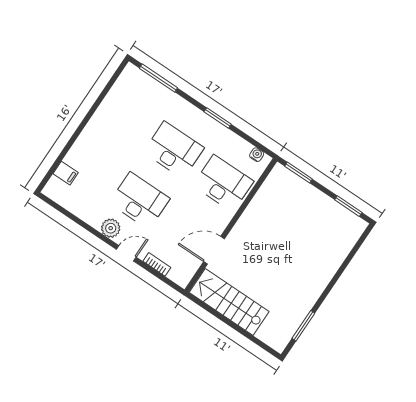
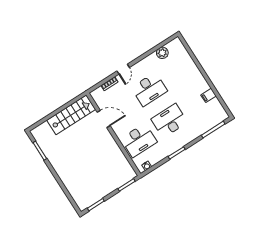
desk: (174, 150) -> (169, 121), turned 180
filing cabinet: (66, 173) -> (208, 95), moved
plant: (111, 228) -> (162, 53), moved
door: (214, 250) -> (104, 119), hinge flipped

